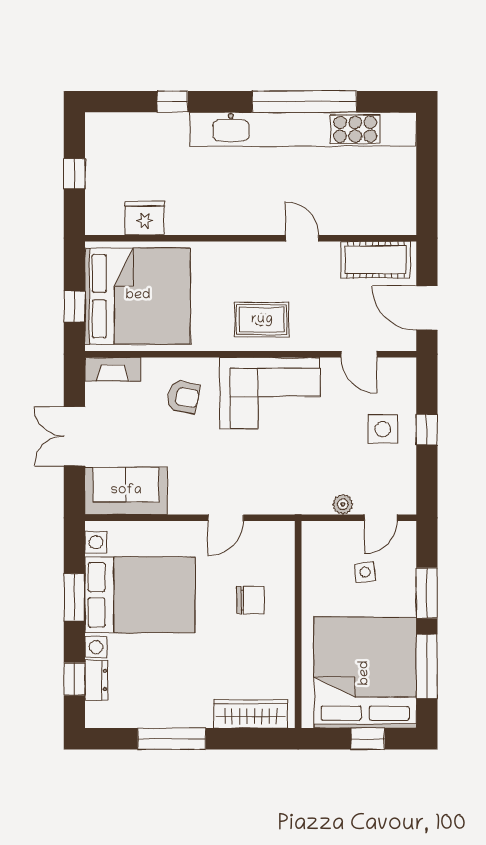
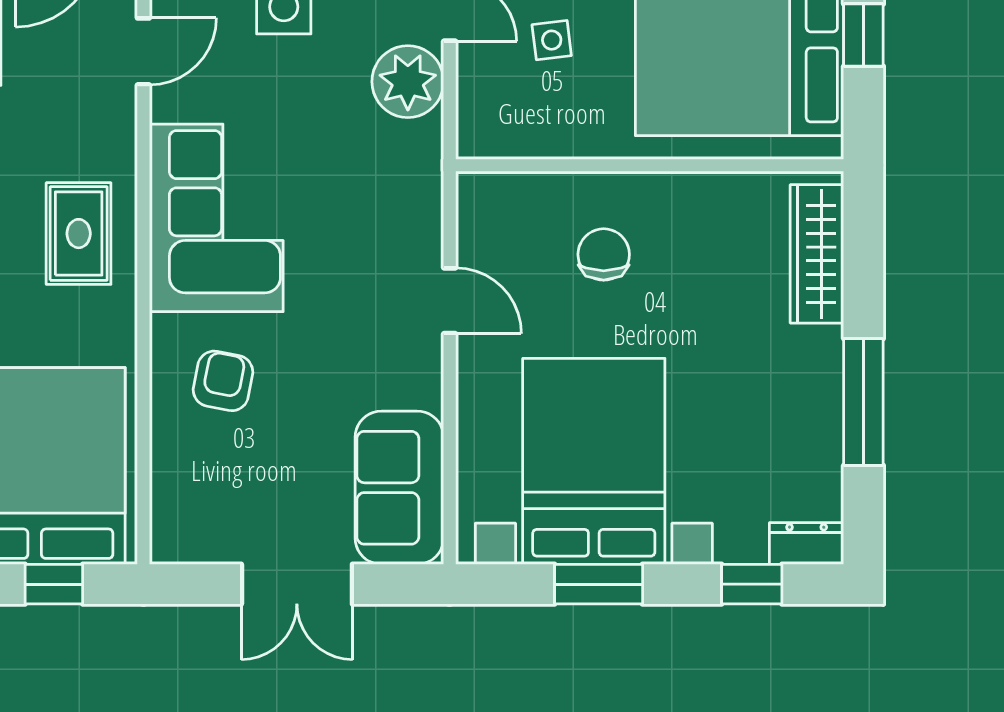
fireplace: (113, 369) -> (172, 512), removed
plant: (343, 504) -> (408, 82), width x1.88, depth x1.88
dresser: (96, 680) -> (807, 543), moved

